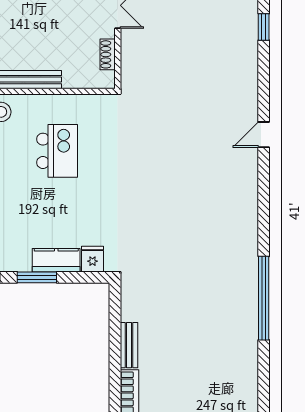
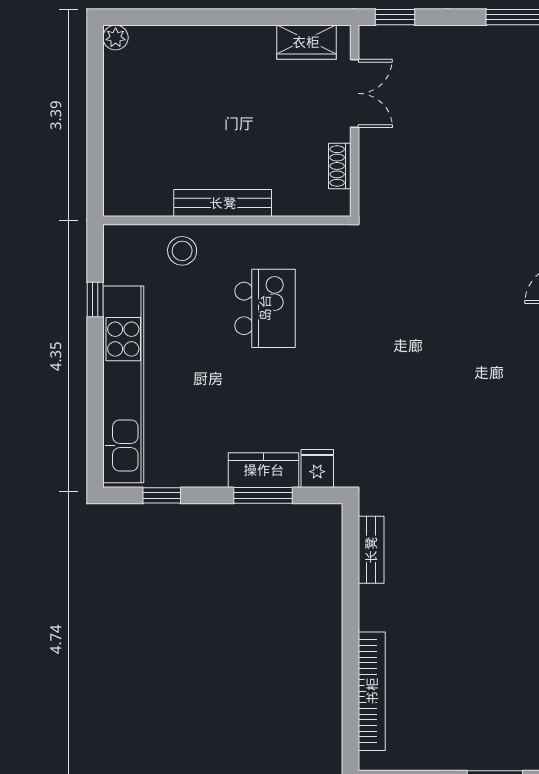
window: (37, 277) -> (263, 495), moved
bench: (129, 345) -> (371, 550), moved

